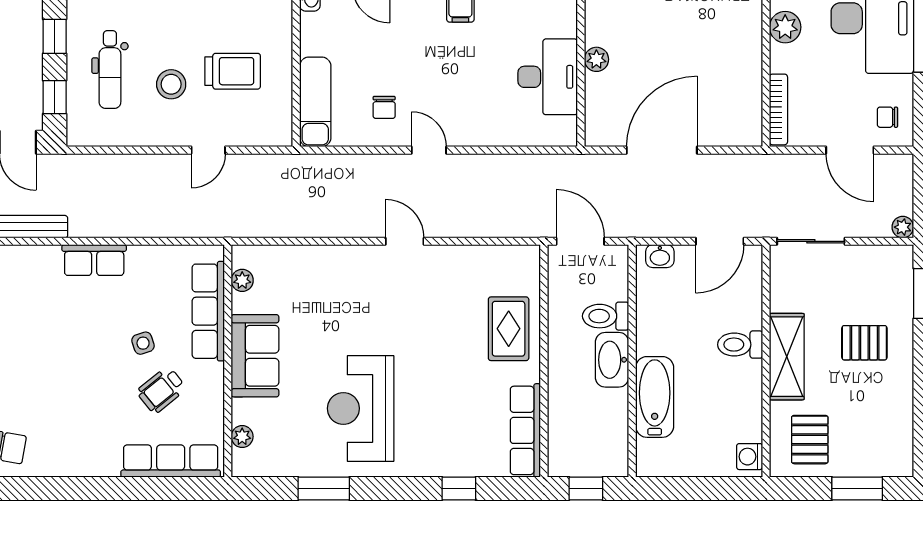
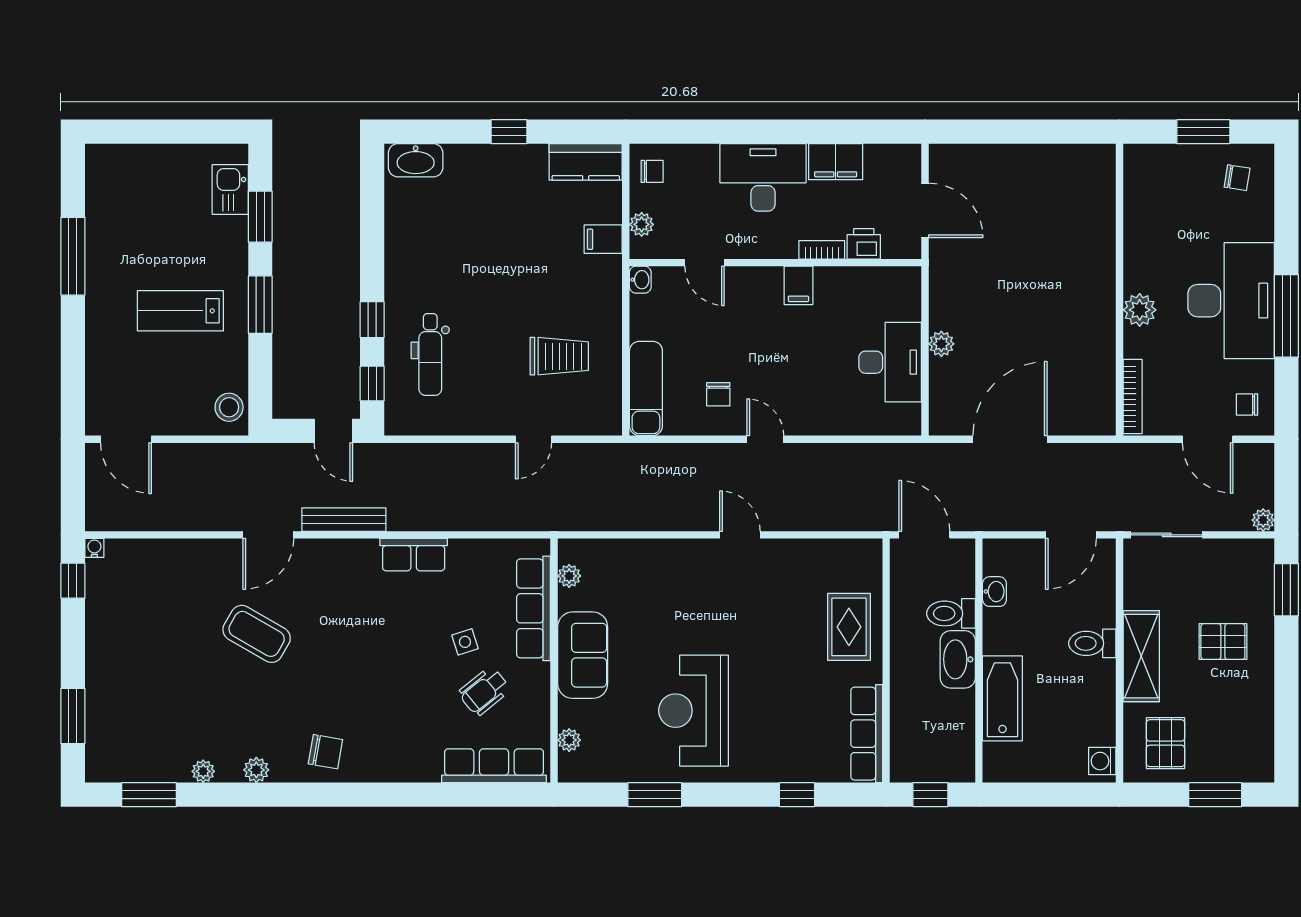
stool: (171, 84) -> (495, 370), removed
washbasin: (660, 256) -> (994, 592), moved, turned -90

